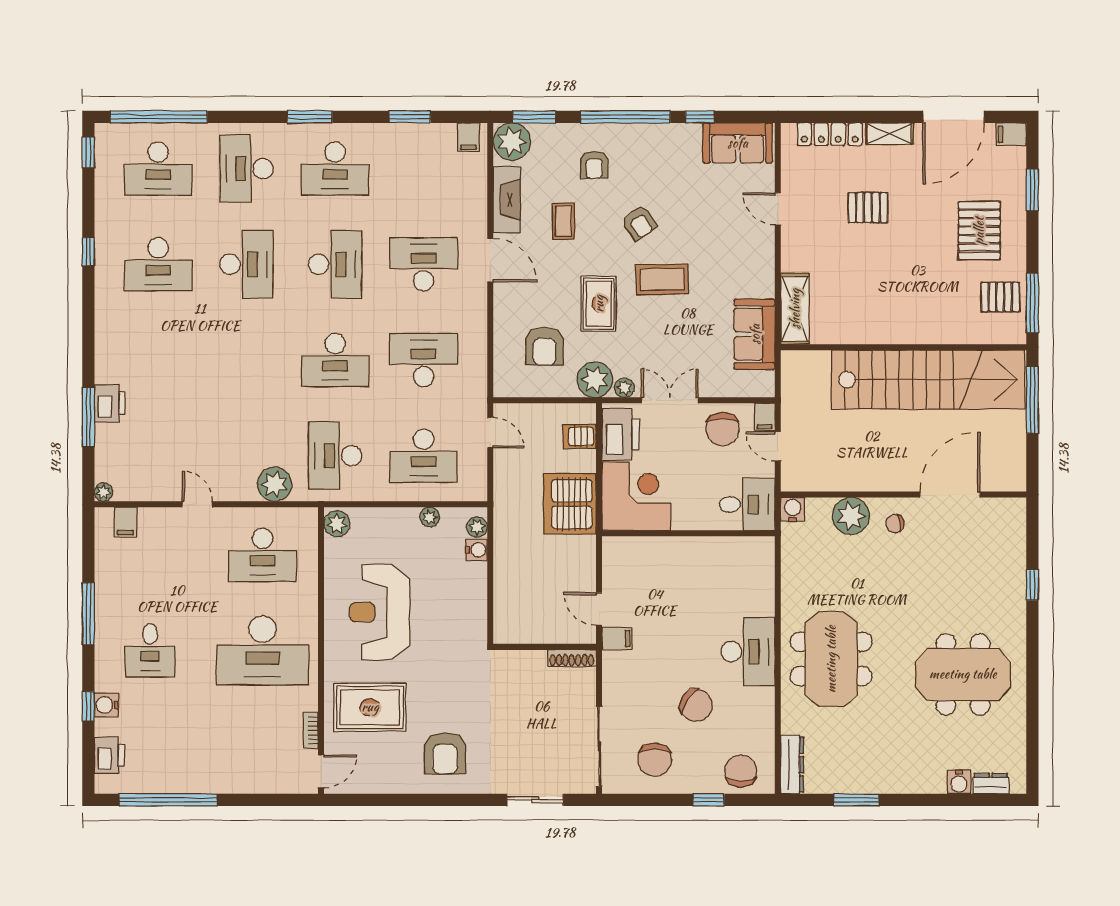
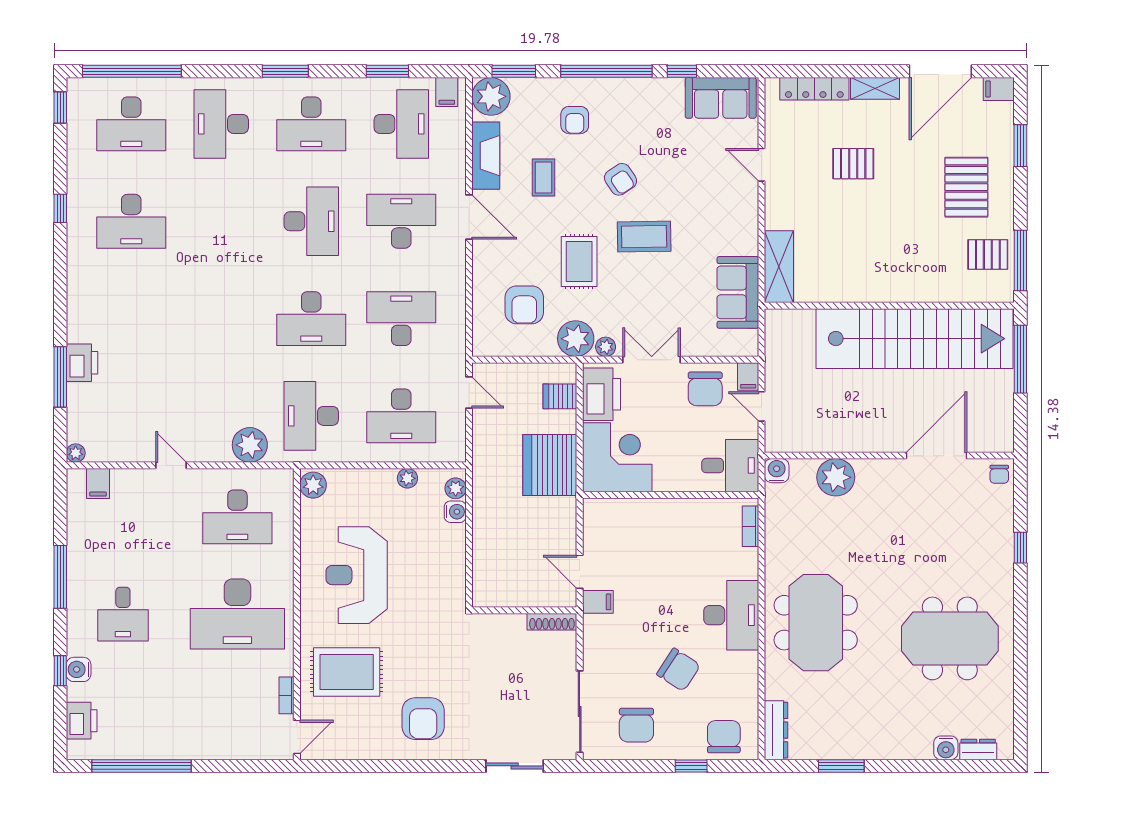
desk: (247, 264) -> (401, 124), moved
chair: (895, 524) -> (999, 474), moved, turned -78
bookcase: (767, 564) -> (750, 526), added

